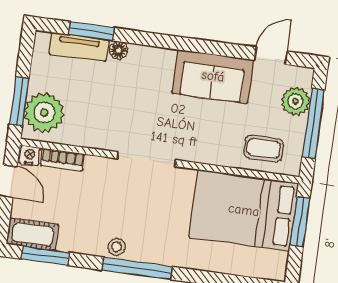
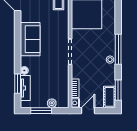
sofa: (213, 76) -> (30, 39), moved
window: (19, 101) -> (41, 111), moved
plant: (44, 113) -> (52, 103), width x0.53, depth x0.53

